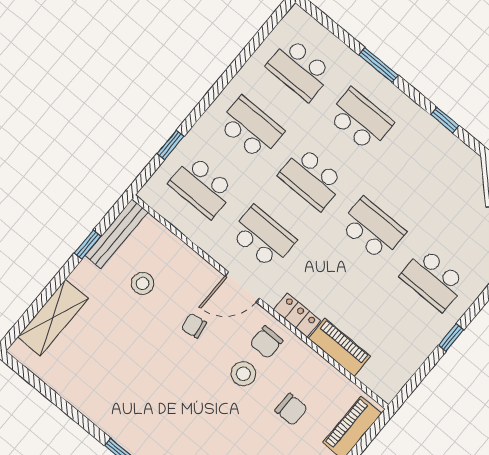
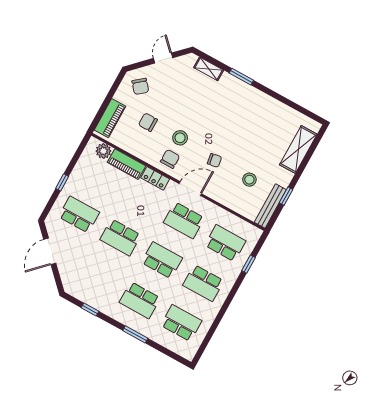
plant: (373, 376) -> (103, 151), added

